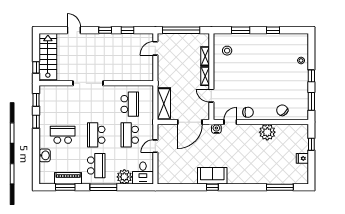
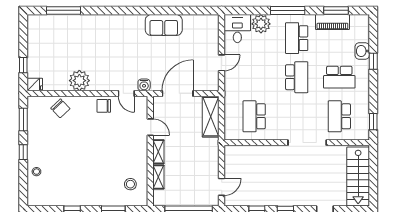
window: (36, 67) -> (373, 163), removed
window: (36, 122) -> (373, 61), moved
door: (230, 122) -> (126, 93), hinge flipped
school desk: (130, 135) -> (339, 116), moved, turned 180
fridge: (302, 158) -> (35, 84), moved
sofa: (212, 176) -> (164, 25), moved
window: (212, 187) -> (149, 10), removed

